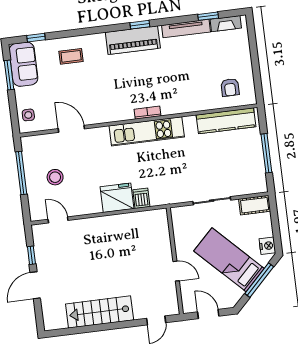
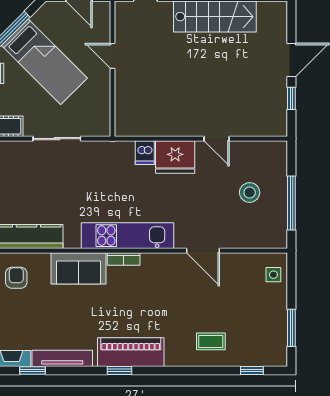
sofa: (23, 64) -> (78, 268), moved, turned -90
door: (71, 129) -> (203, 251), moved
door: (58, 220) -> (217, 139), moved

